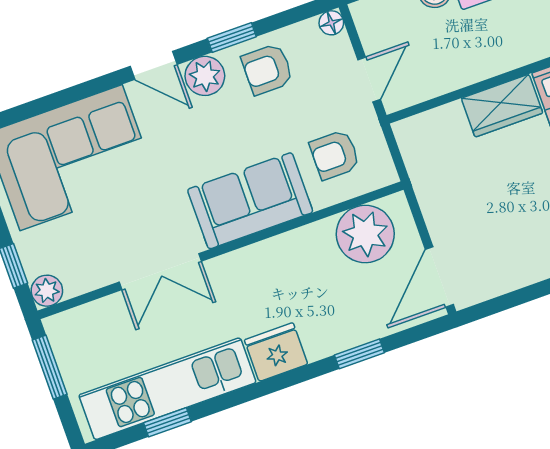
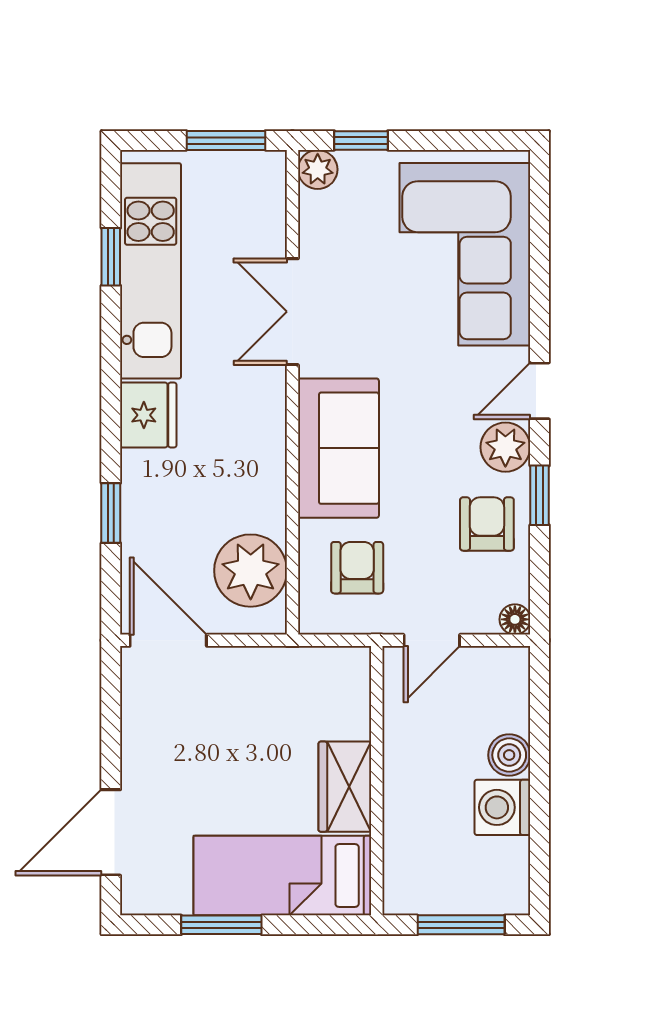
door: (369, 80) -> (432, 640), hinge flipped

